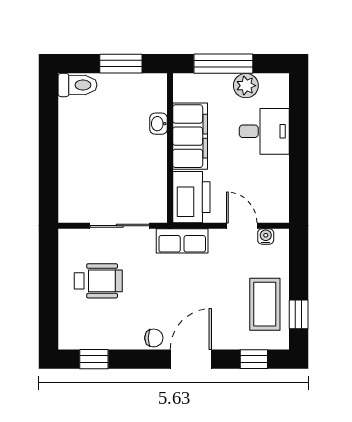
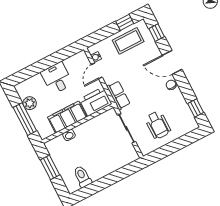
toilet: (77, 85) -> (82, 177), moved
desk: (264, 131) -> (57, 78), moved
wheelchair: (98, 281) -> (158, 125), turned 180

